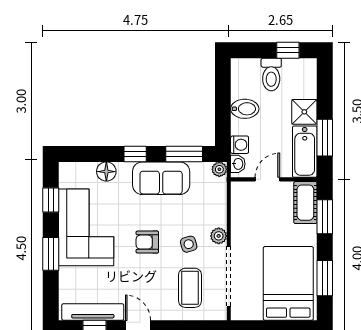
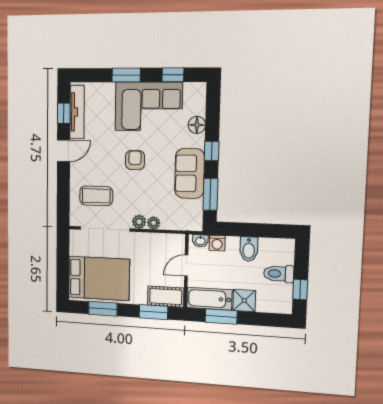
plant: (219, 169) -> (154, 223), moved
door: (267, 179) -> (186, 266), swing flipped
side table: (189, 244) -> (133, 196), removed

